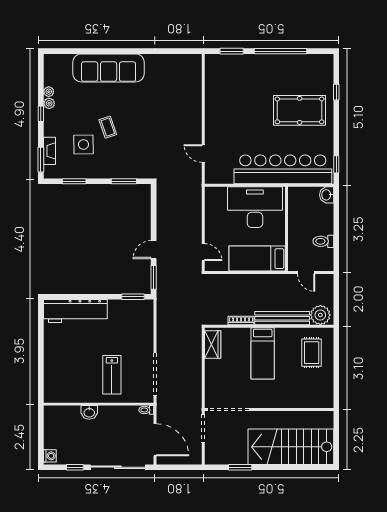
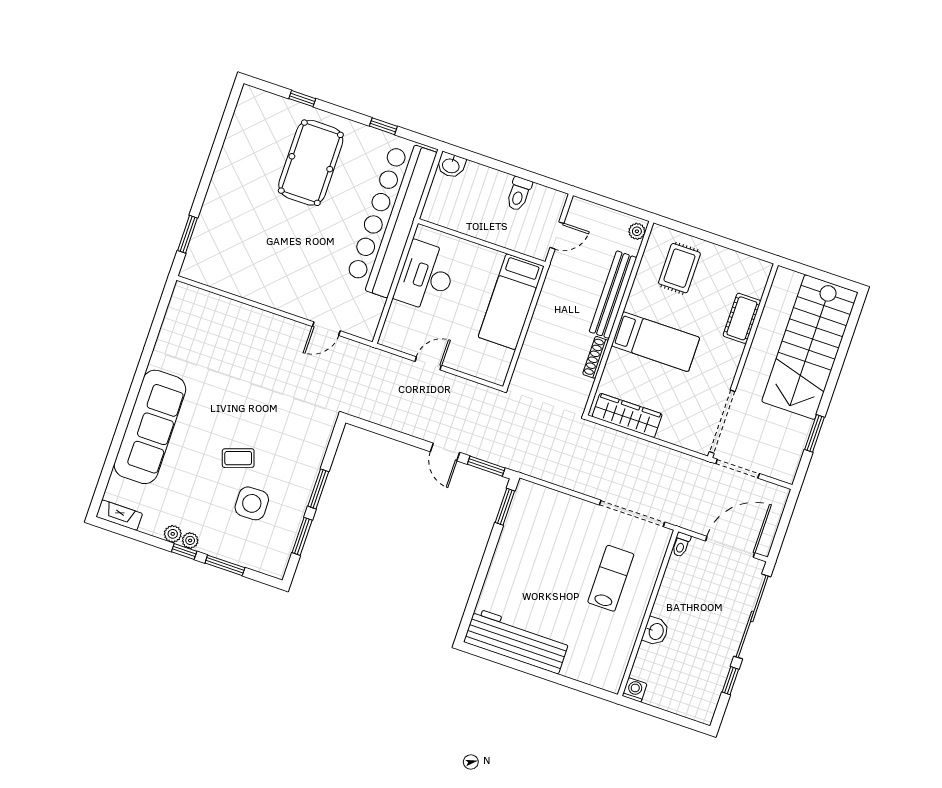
window: (281, 51) -> (212, 161), removed
plant: (49, 92) -> (190, 540), moved
fireplace: (49, 151) -> (119, 515), moved
window: (41, 160) -> (225, 565), moved
window: (336, 164) -> (383, 126), moved
window: (124, 181) -> (318, 489), moved
desk: (255, 207) -> (426, 276), width x0.73, depth x0.77
door: (203, 252) -> (428, 363), moved
workbench: (75, 311) -> (517, 641), moved, turned -90
plant: (320, 315) -> (637, 231), width x0.53, depth x0.53
wardrobe: (213, 344) -> (627, 415), width x1.50
rug: (312, 353) -> (679, 268), turned 90
lab bench: (112, 375) -> (611, 578), turned -90
cot: (294, 400) -> (742, 318), added
washing machine: (50, 456) -> (635, 690), moved

